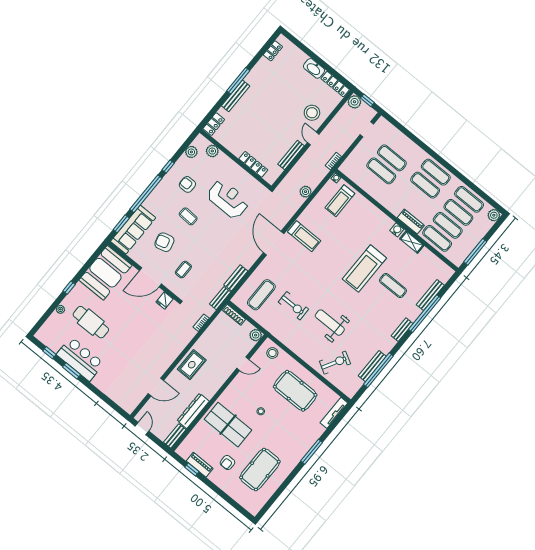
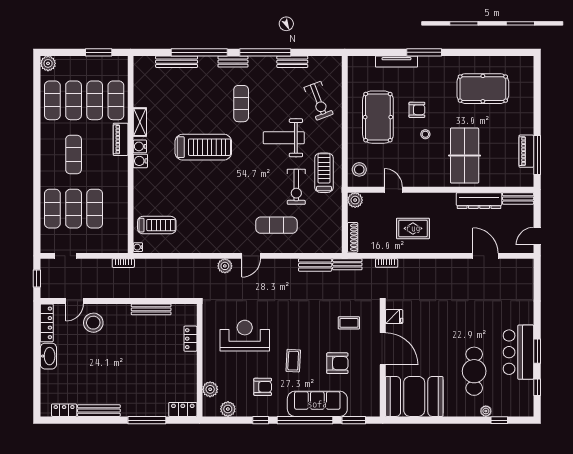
window: (238, 81) -> (147, 420), moved
bench: (236, 96) -> (99, 411), moved
plant: (354, 102) -> (49, 290), removed
door: (313, 138) -> (75, 301), moved
locker: (253, 164) -> (190, 339), width x0.66
exercise mat: (436, 172) -> (52, 209), moved
armchair: (187, 184) -> (263, 387), turned -90
plant: (306, 192) -> (225, 266), moved
reception desk: (228, 199) -> (245, 336), turned 90
water cooler: (388, 223) -> (140, 161), added
sofa: (133, 230) -> (317, 404), moved
treadmill: (304, 236) -> (324, 173), moved
armchair: (164, 242) -> (337, 363), turned -75
door: (274, 243) -> (251, 256), width x0.53
window: (475, 252) -> (99, 52), width x0.69
exercise mat: (393, 286) -> (241, 104), moved
window: (69, 288) -> (499, 420), moved
exercise mat: (261, 295) -> (276, 225), moved
exercise bike: (293, 306) -> (296, 187), turned 180
weight bench: (330, 323) -> (284, 138), turned 90
exercise bike: (335, 363) -> (319, 101), turned -140
rug: (192, 365) -> (413, 228), moved
bench: (372, 366) -> (292, 62), width x0.73
window: (378, 370) -> (265, 52), moved
tv unit: (334, 413) -> (396, 62), moved
armchair: (227, 463) -> (417, 110), moved
window: (192, 469) -> (537, 155), width x2.17

